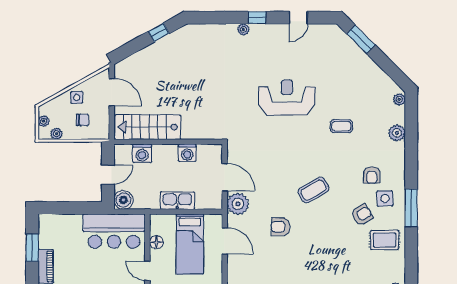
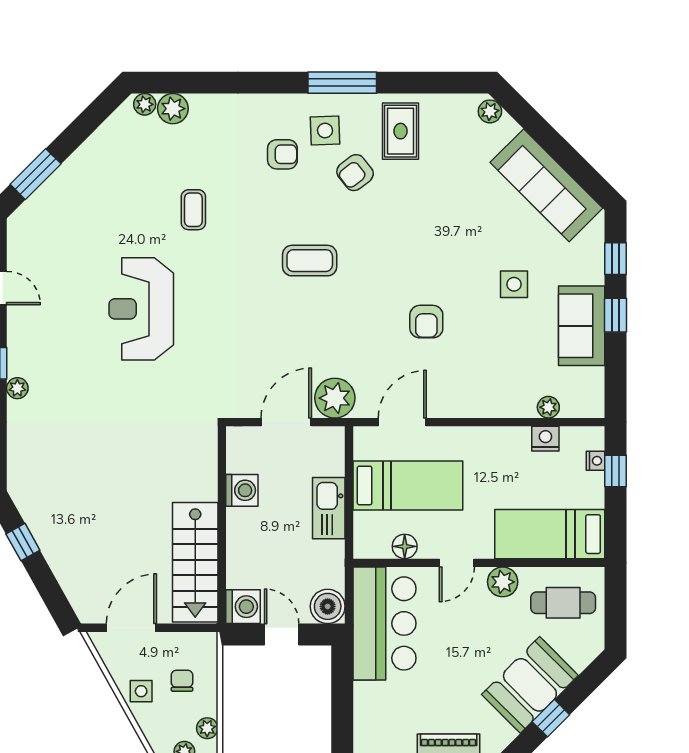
plant: (397, 133) -> (173, 109), moved
washing machine: (142, 153) -> (243, 607), moved
coffee table: (313, 190) -> (310, 261), turned -60
armchair: (362, 215) -> (355, 173), turned -98
armchair: (281, 227) -> (426, 322), moved

